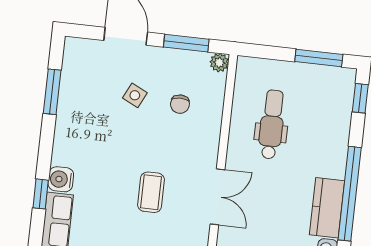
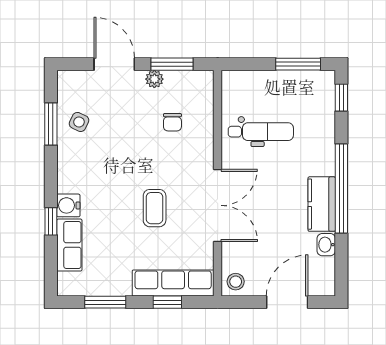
plant: (219, 63) -> (154, 79), moved
side table: (135, 95) -> (79, 122), moved
dental chair: (272, 124) -> (261, 132), turned 90
double door: (218, 197) -> (218, 205), width x1.37

